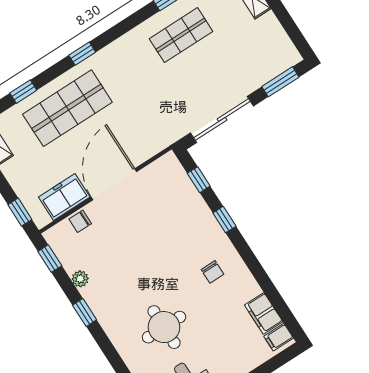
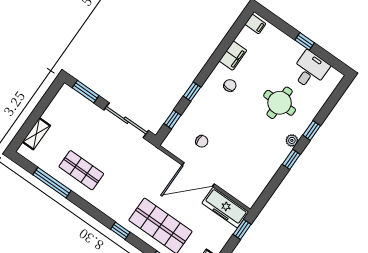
freezer: (64, 197) -> (225, 208), width x1.40
chair: (80, 221) -> (202, 141), moved
window: (50, 259) -> (312, 130), moved
plant: (80, 279) -> (292, 140), moved
filing cabinet: (264, 313) -> (233, 56), moved

